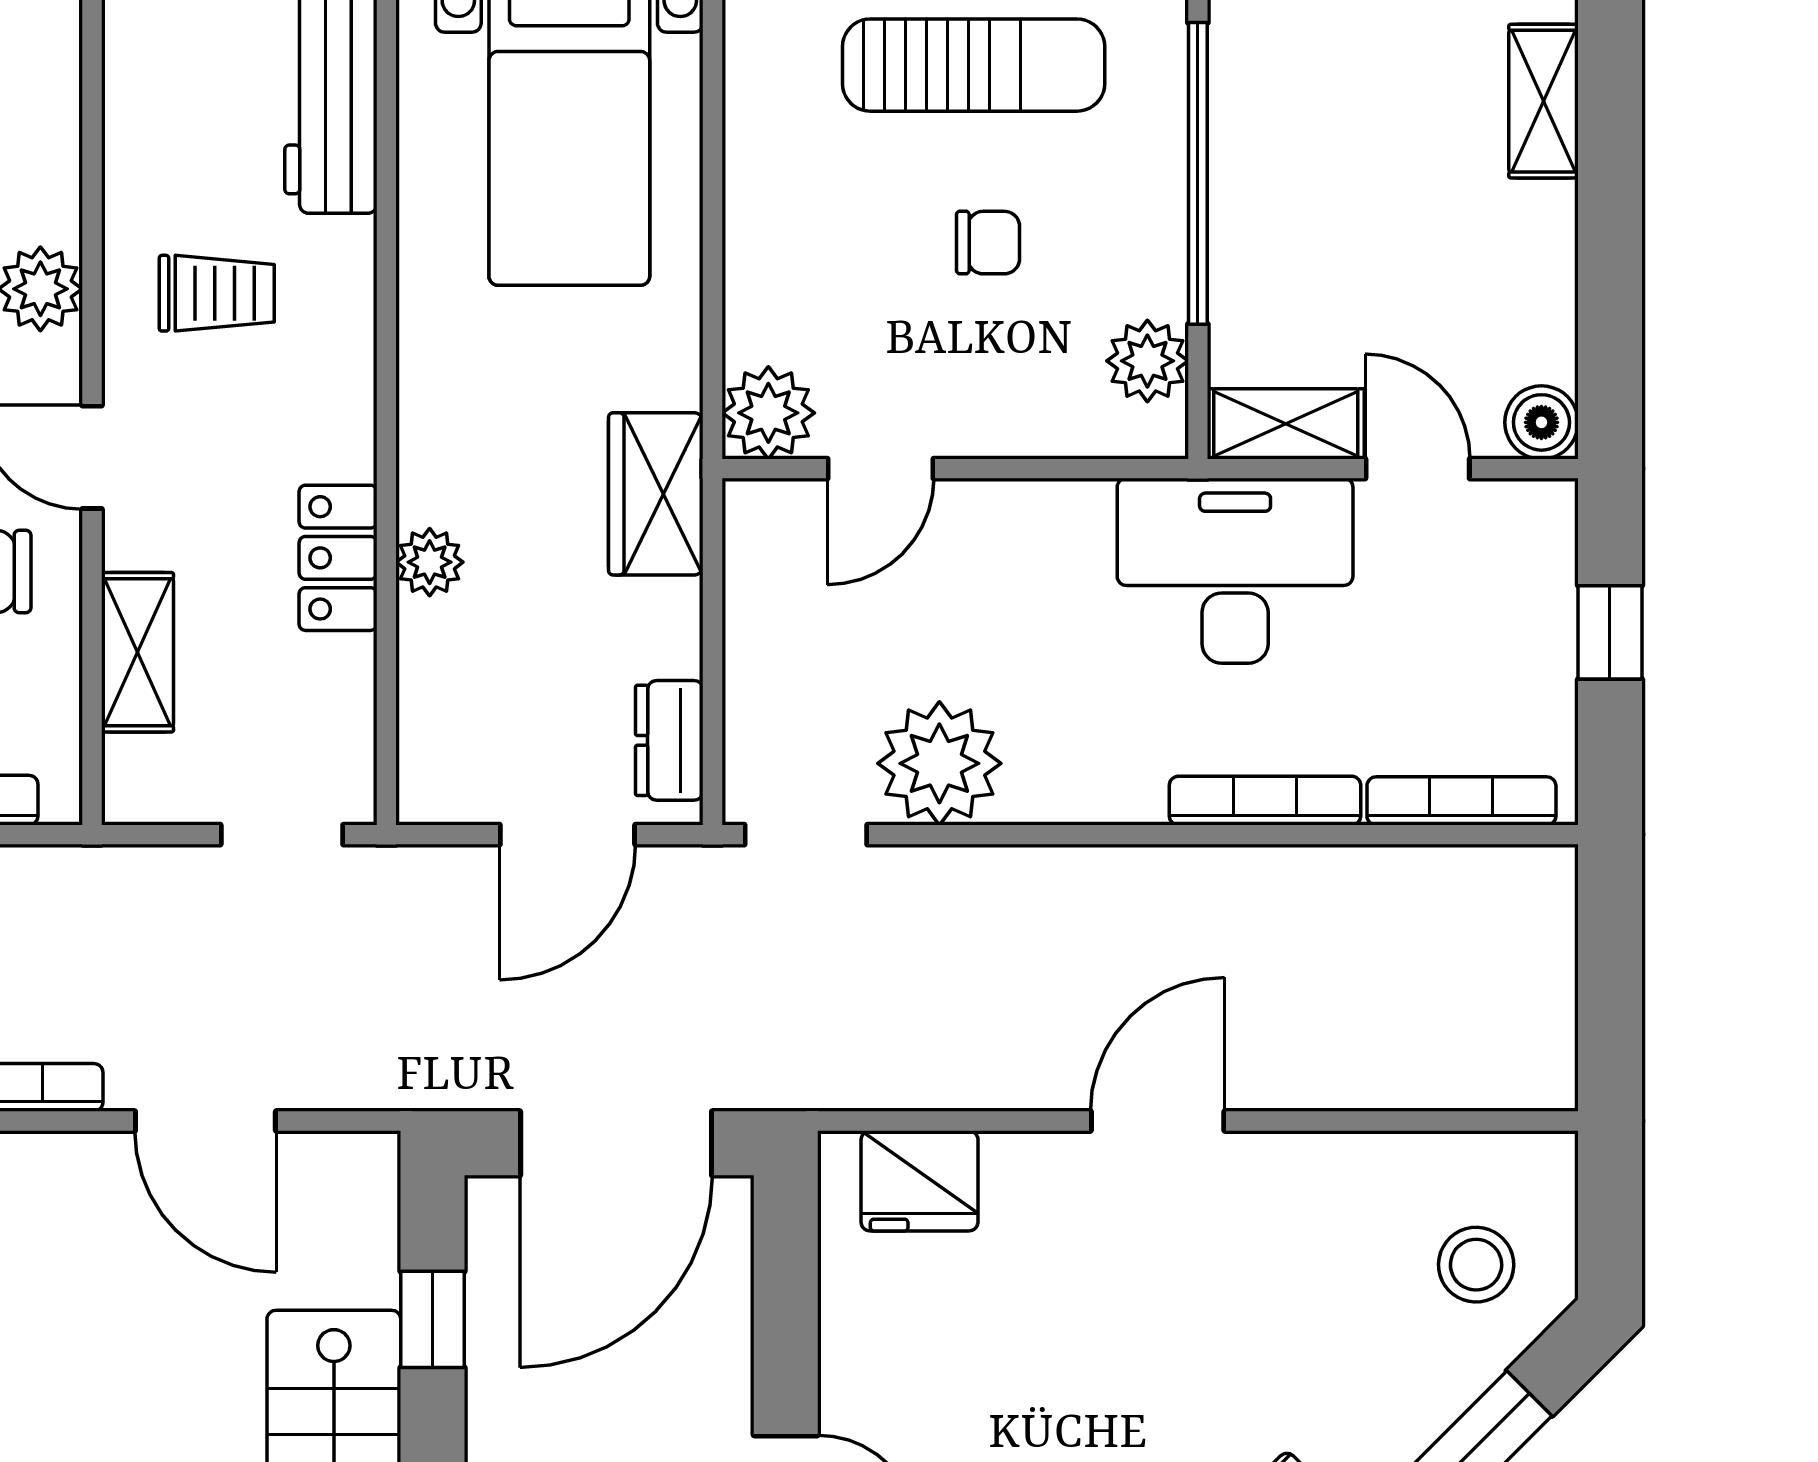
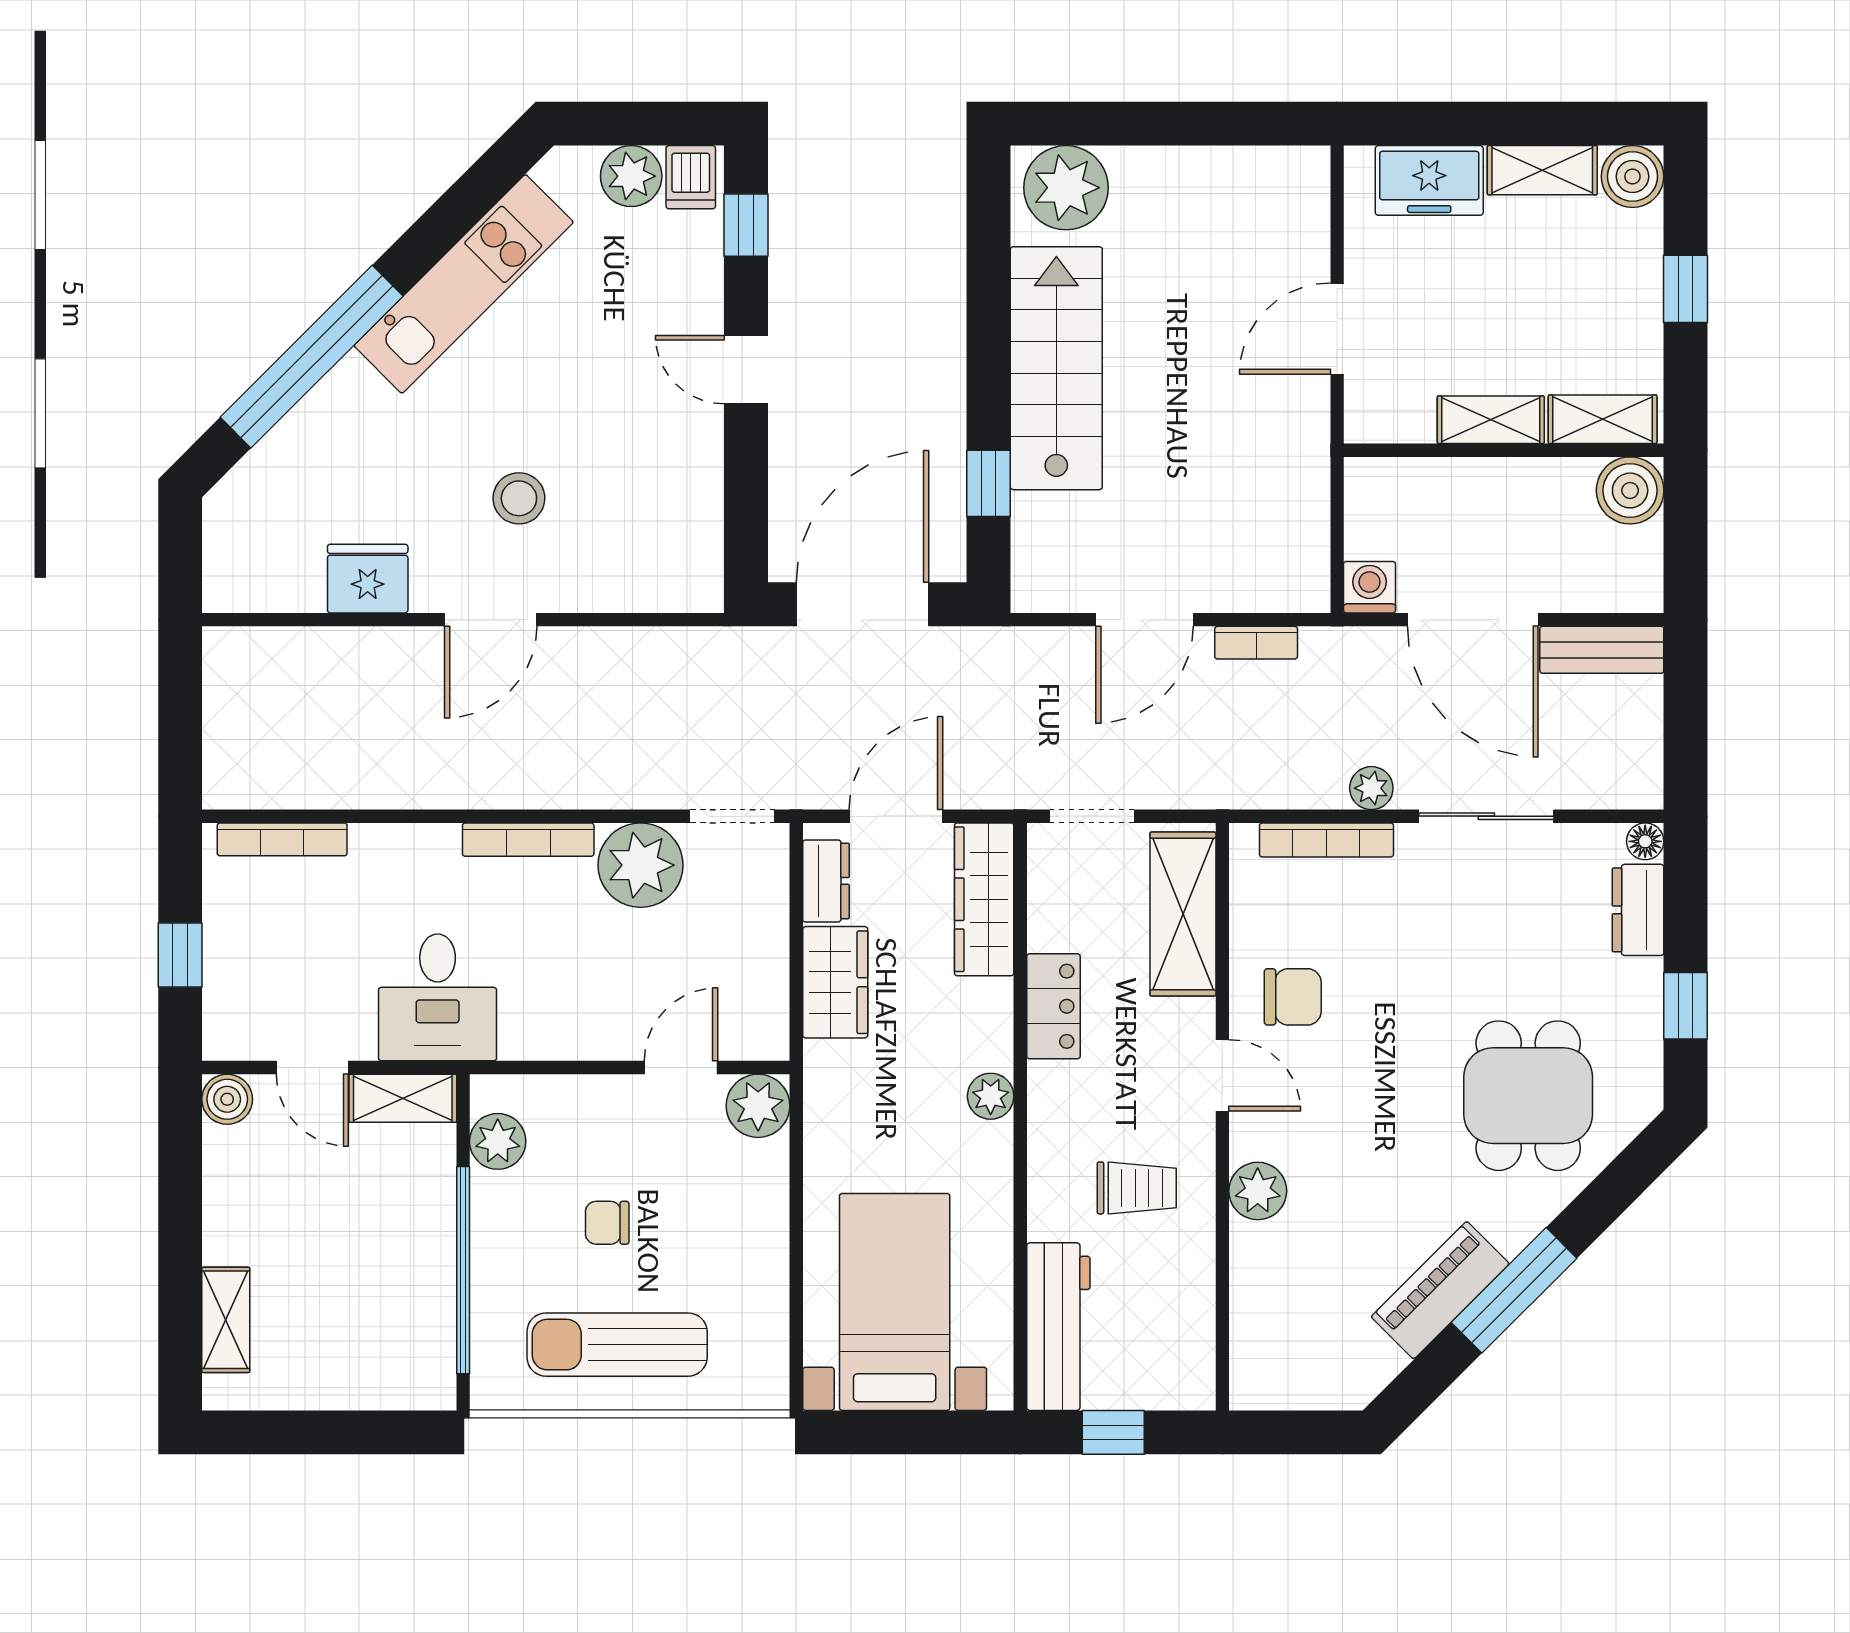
trolley: (217, 293) -> (1137, 1188), turned 180
wardrobe: (656, 494) -> (835, 982), moved
plant: (430, 562) -> (991, 1096), moved
desk: (1235, 571) -> (438, 997), width x0.73
shelving: (137, 652) -> (1183, 914), width x1.50, depth x1.33
wardrobe: (439, 714) -> (984, 899), added
bookcase: (1265, 801) -> (528, 840), moved
door: (205, 1121) -> (1144, 620), swing flipped
fridge: (920, 1181) -> (368, 579), moved
stool: (1476, 1265) -> (519, 498), moved

